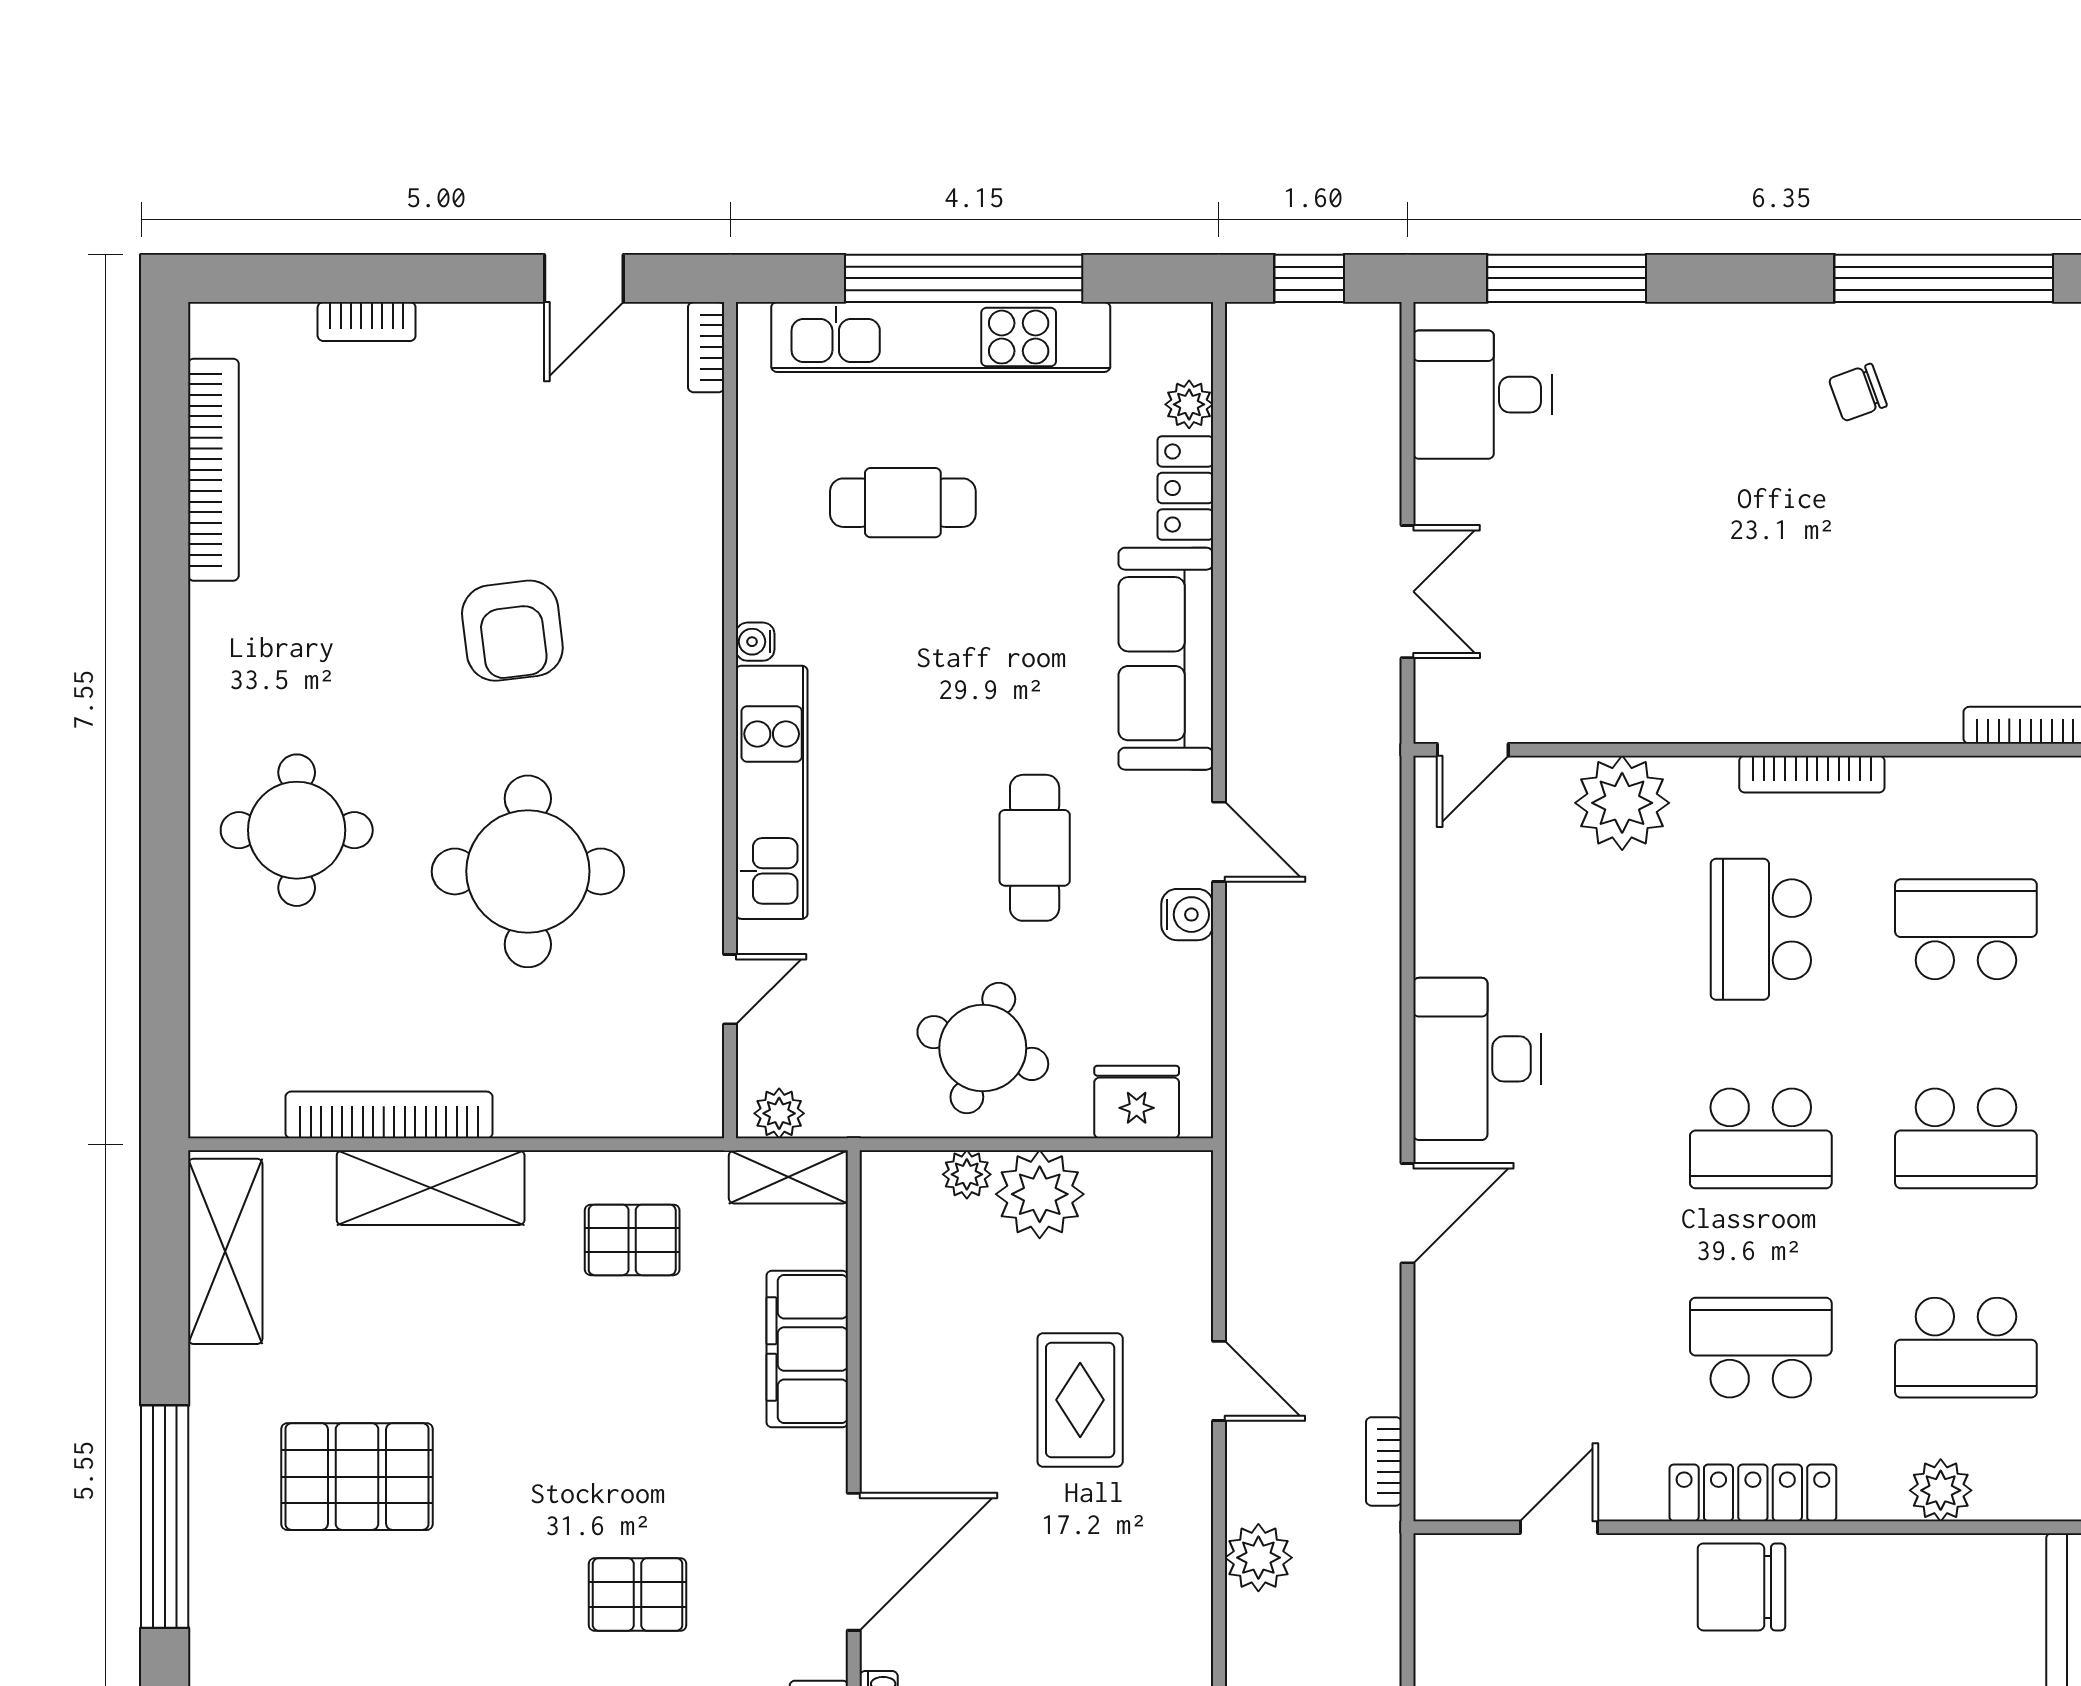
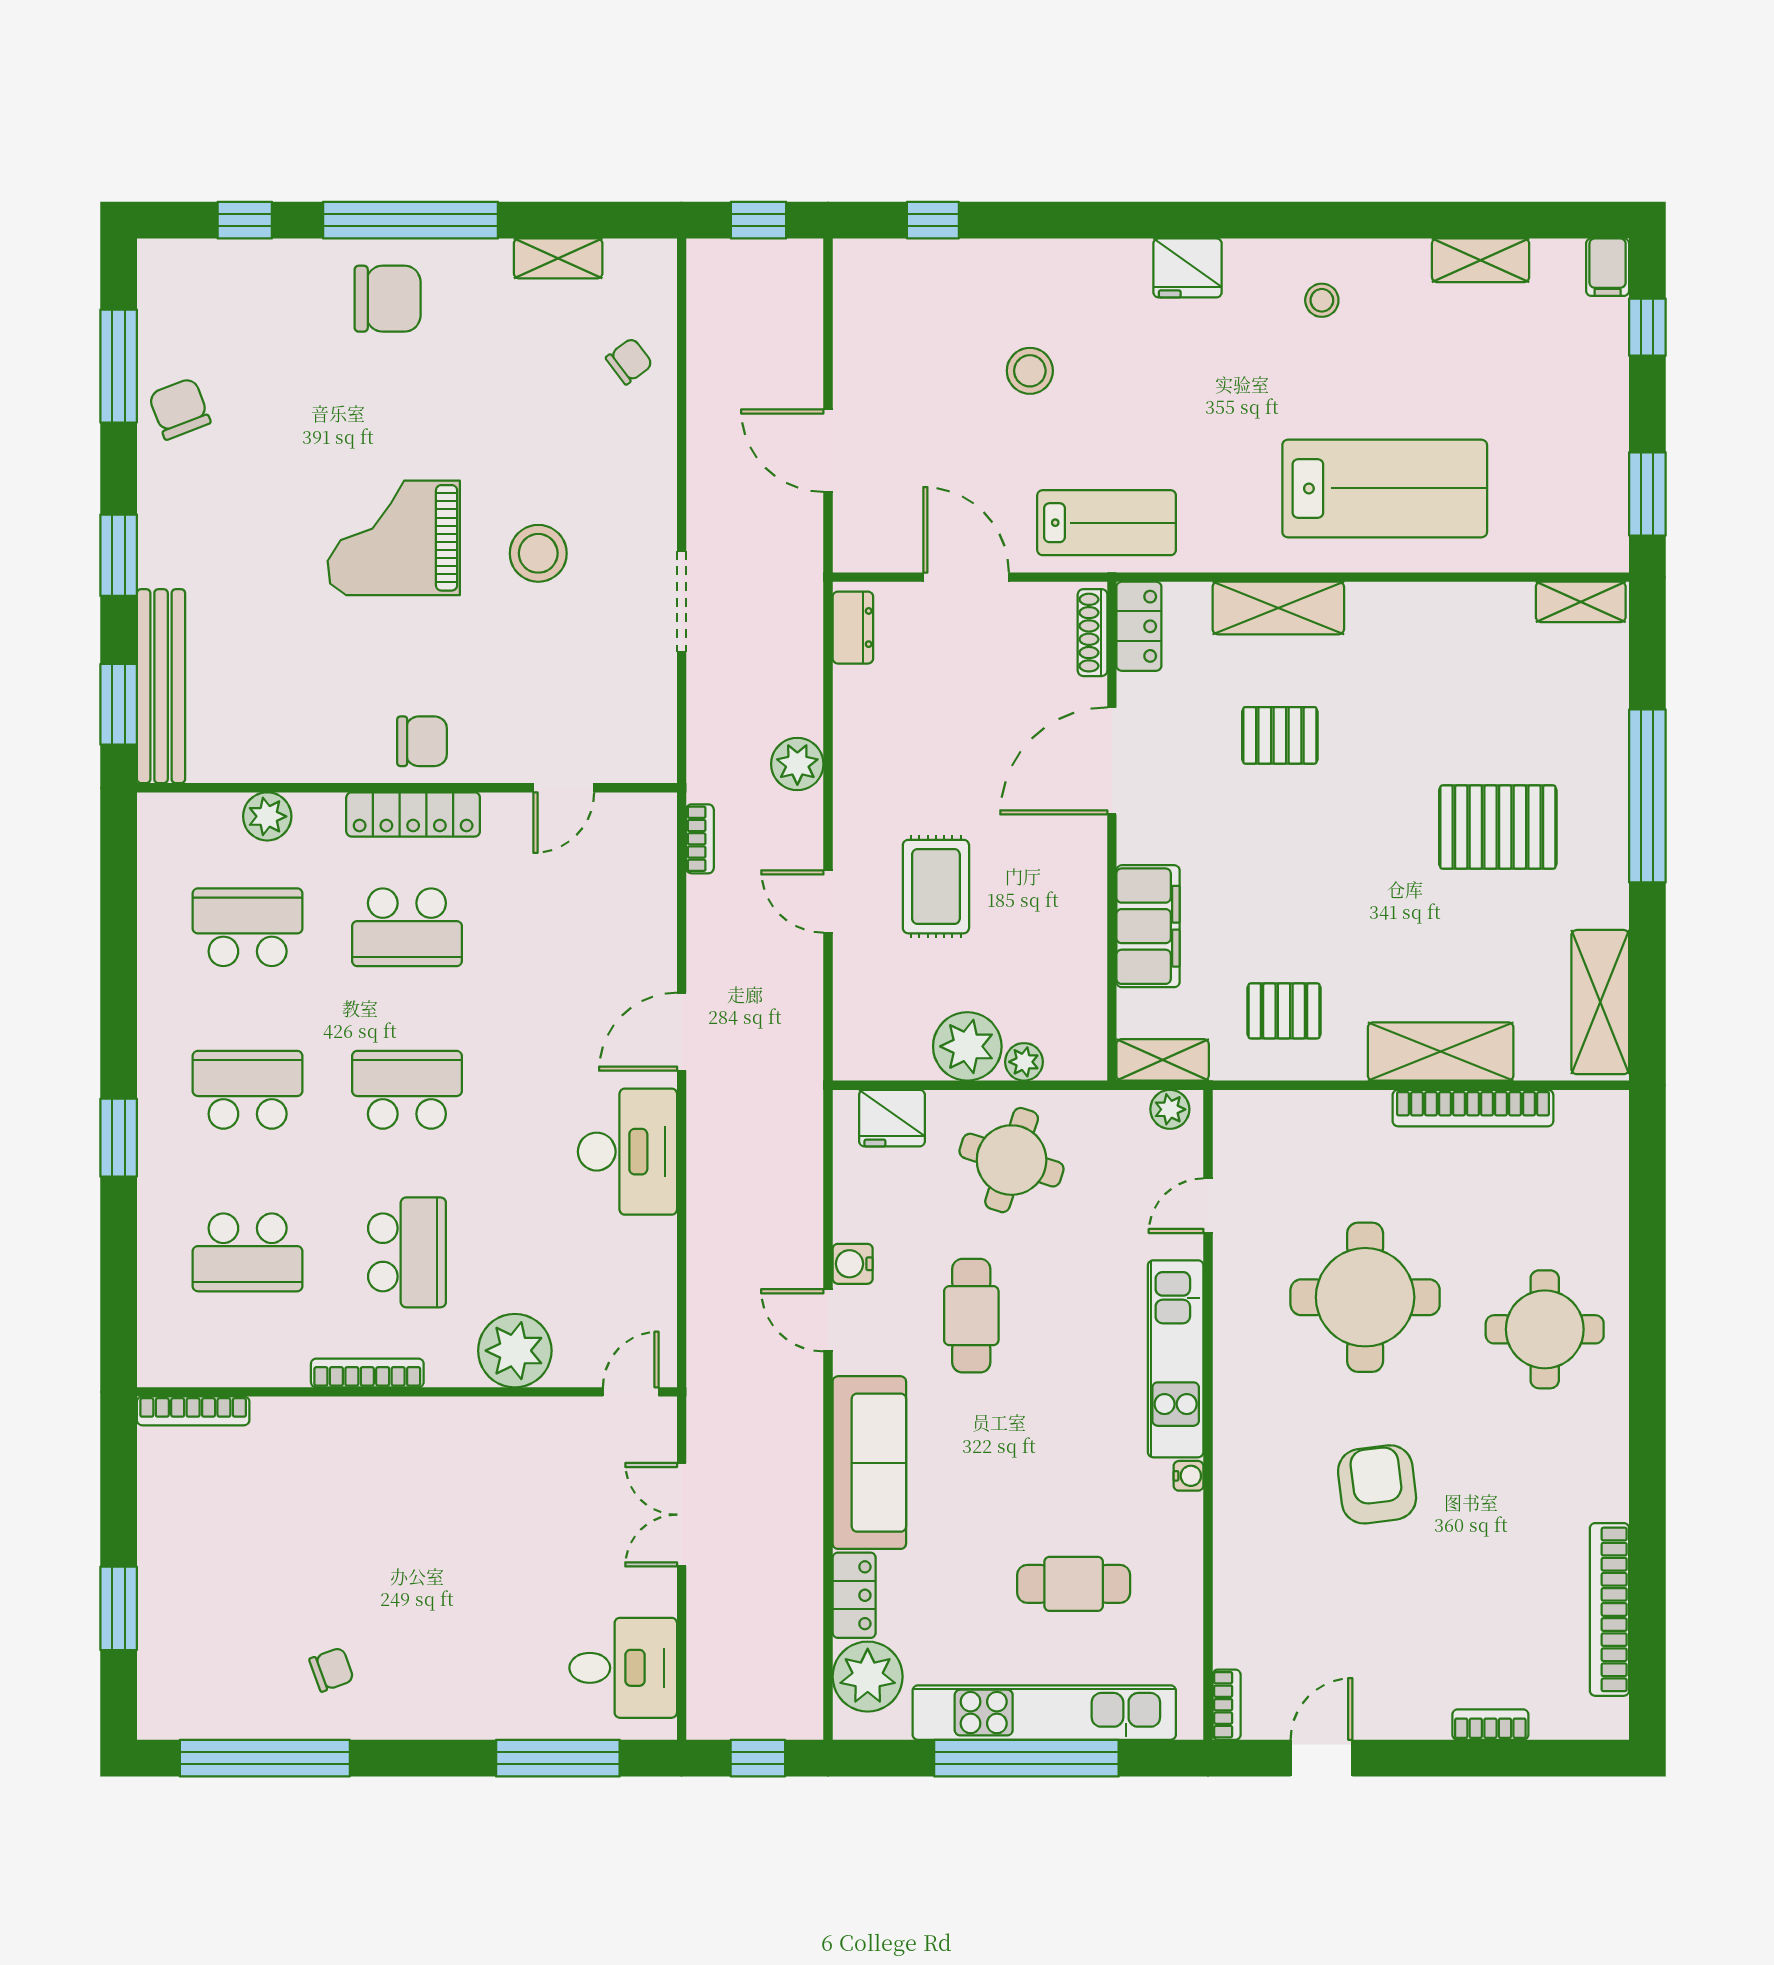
plant: (1189, 404) -> (868, 1677), width x1.88, depth x1.88
chair: (1741, 1587) -> (422, 741), width x0.73, depth x0.73

